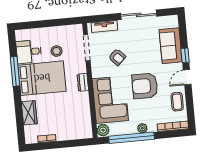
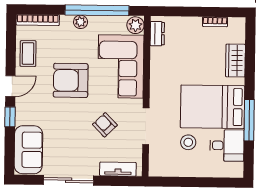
sofa: (171, 46) -> (28, 150), moved
doorway: (87, 48) -> (146, 126), moved
dresser: (83, 82) -> (157, 34), moved
armchair: (145, 86) -> (71, 80), turned 180

